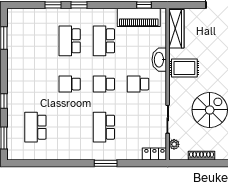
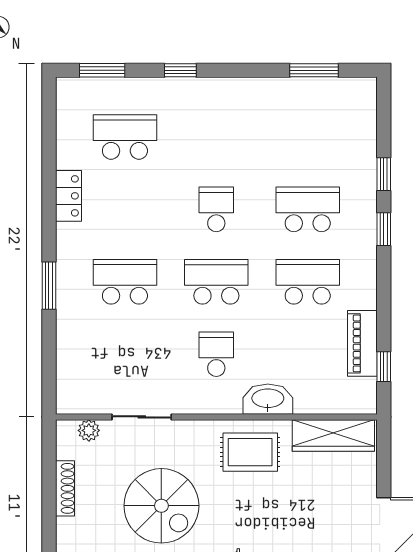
piano: (139, 17) -> (362, 343), width x0.73, depth x0.75
rug: (184, 68) -> (250, 452), turned 90
school desk: (104, 84) -> (216, 282), width x1.85
locker: (154, 154) -> (68, 196), moved

